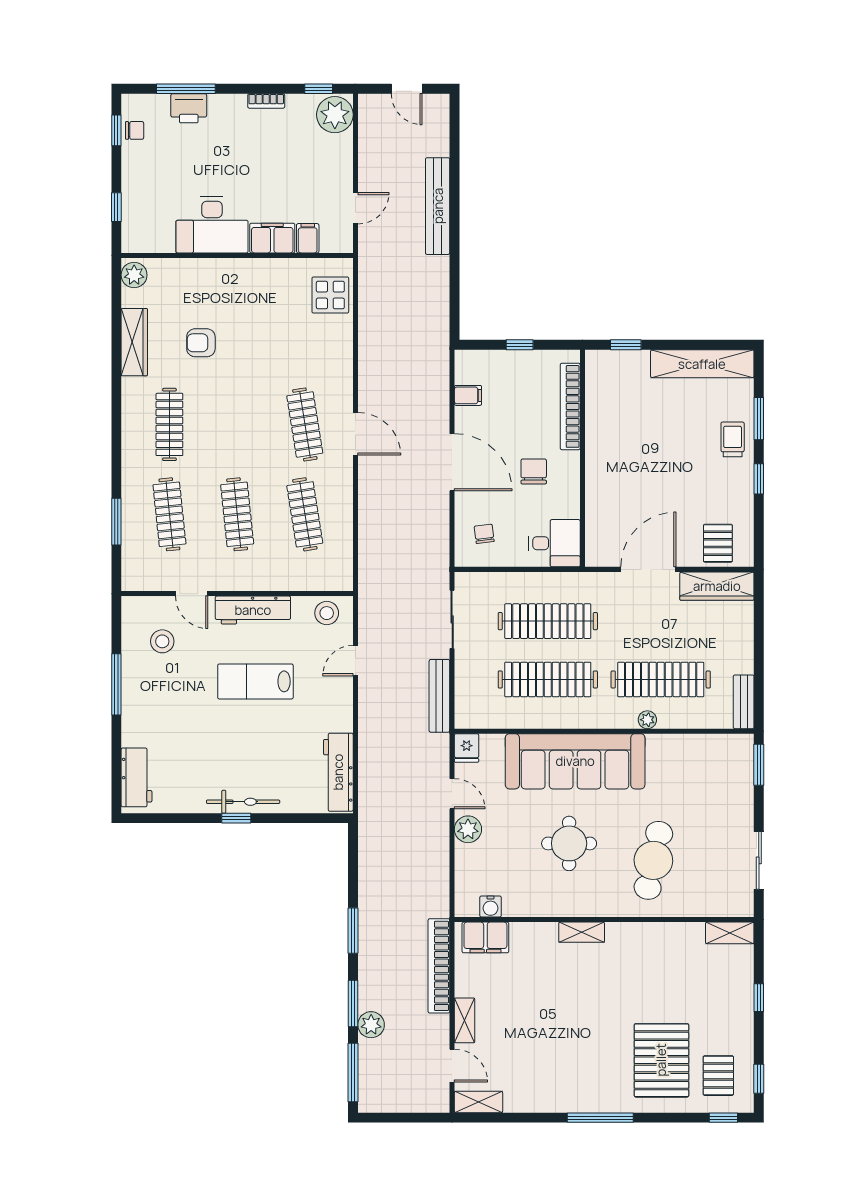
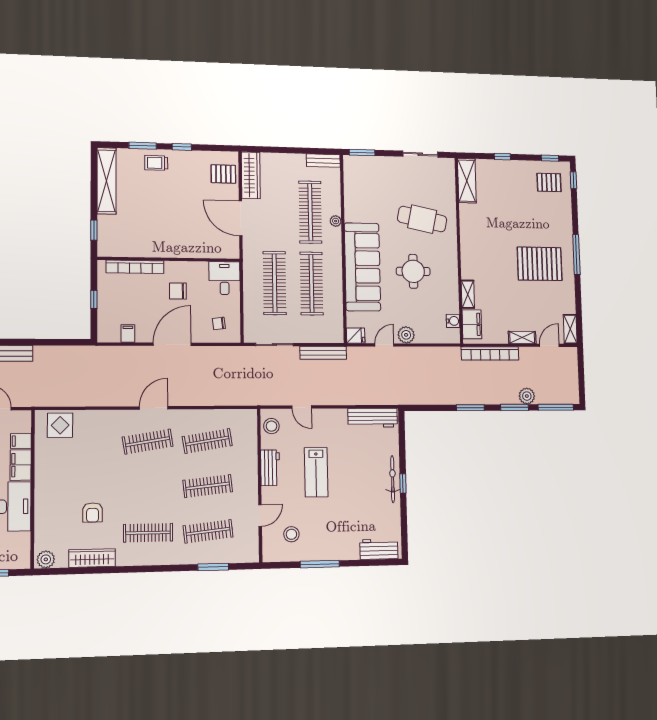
workbench: (253, 610) -> (270, 468), width x0.73
shelving: (582, 932) -> (468, 294), moved
shelving: (730, 933) -> (467, 181), width x1.50, depth x1.33
pallet: (661, 1060) -> (540, 264), moved

